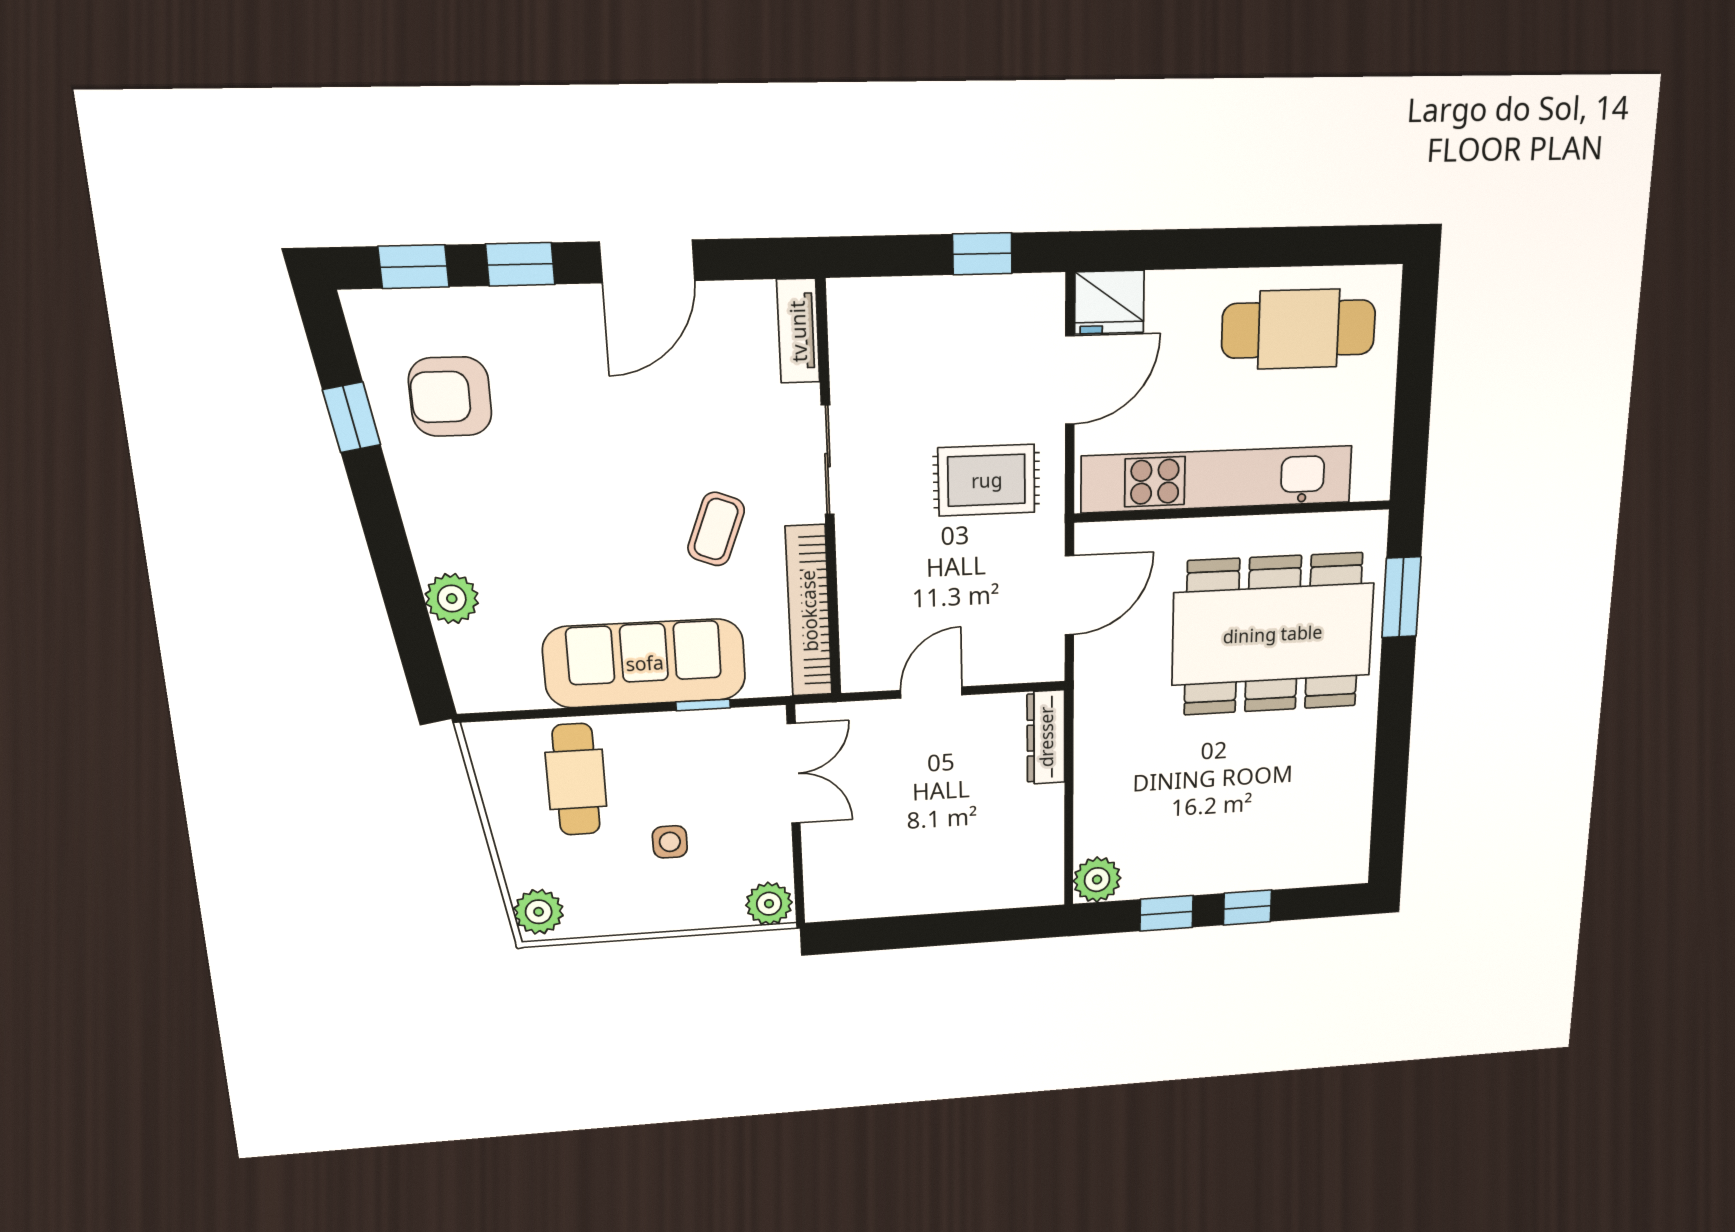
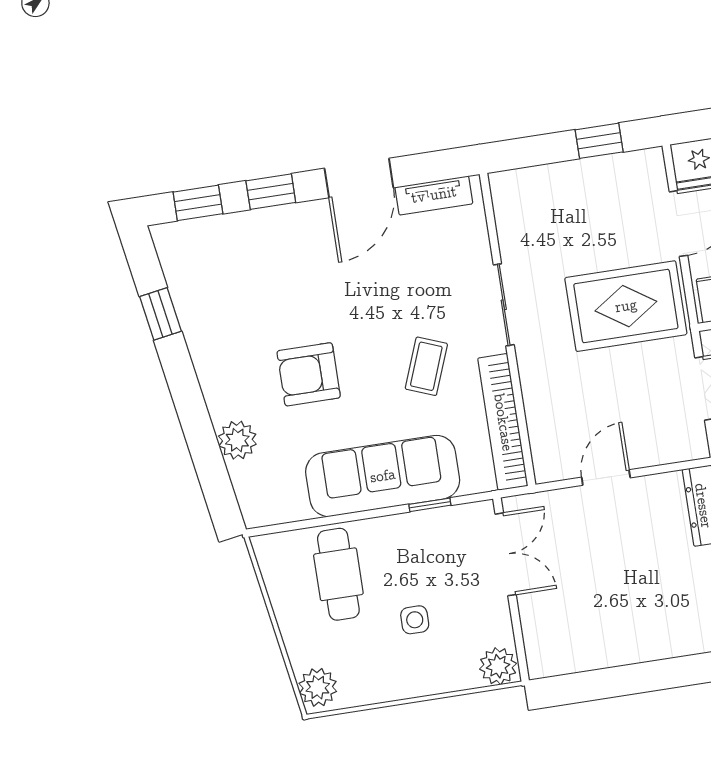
tv unit: (798, 331) -> (434, 195), moved, turned -90
armchair: (450, 397) -> (309, 374), moved
rug: (987, 480) -> (626, 306), width x1.36, depth x1.43

